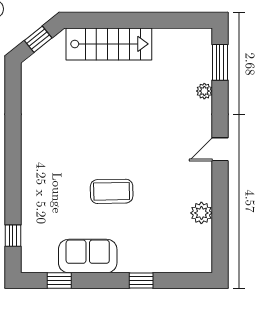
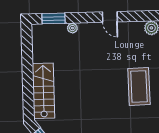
coffee table: (112, 191) -> (139, 87), width x1.36, depth x1.32

